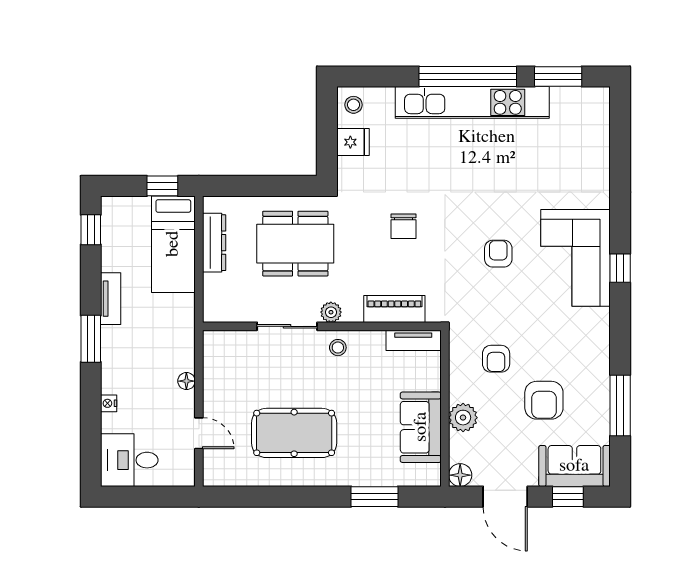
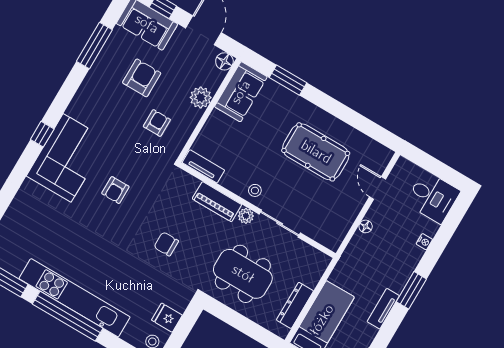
chair: (404, 226) -> (166, 244), turned -90
piano: (394, 309) -> (217, 202), moved
sofa: (421, 427) -> (241, 92), moved

